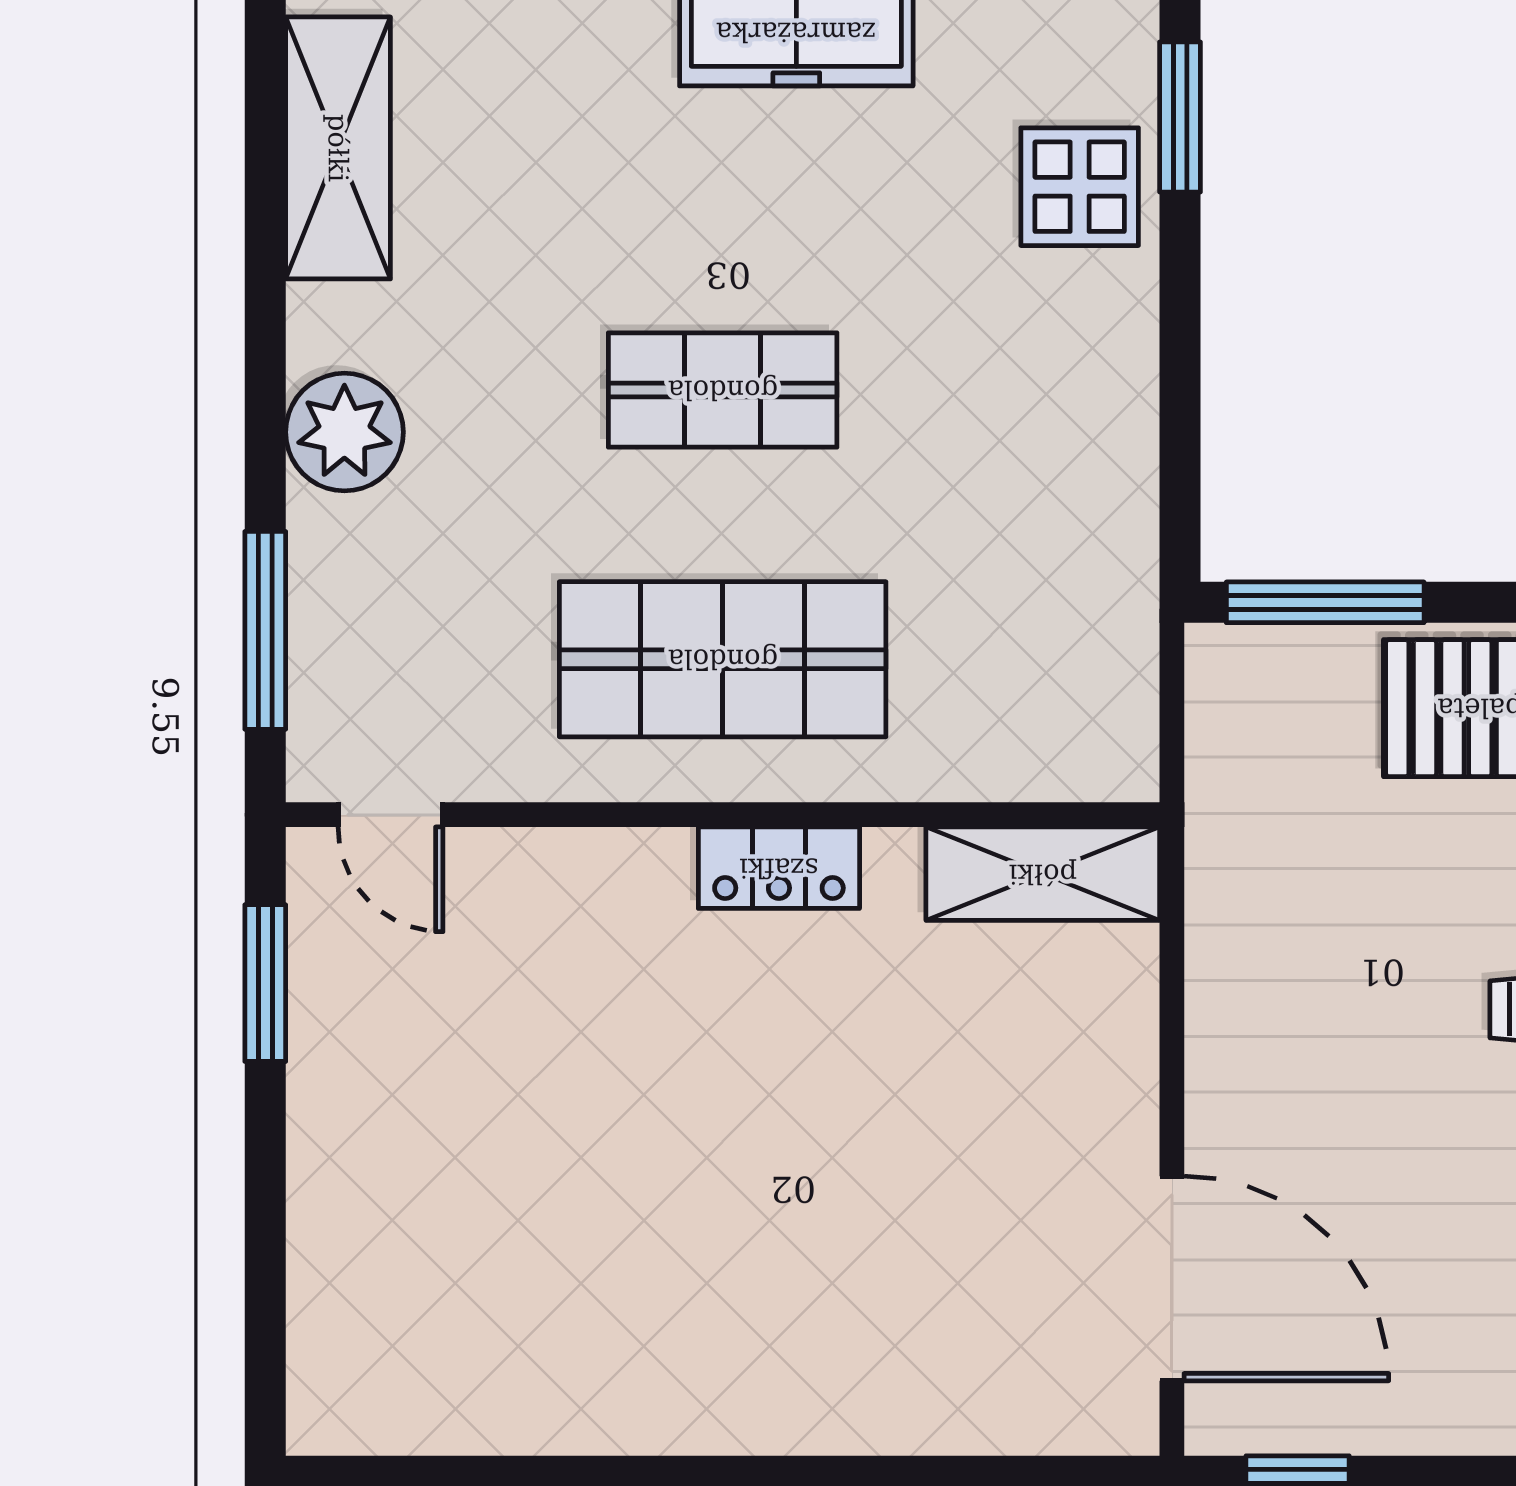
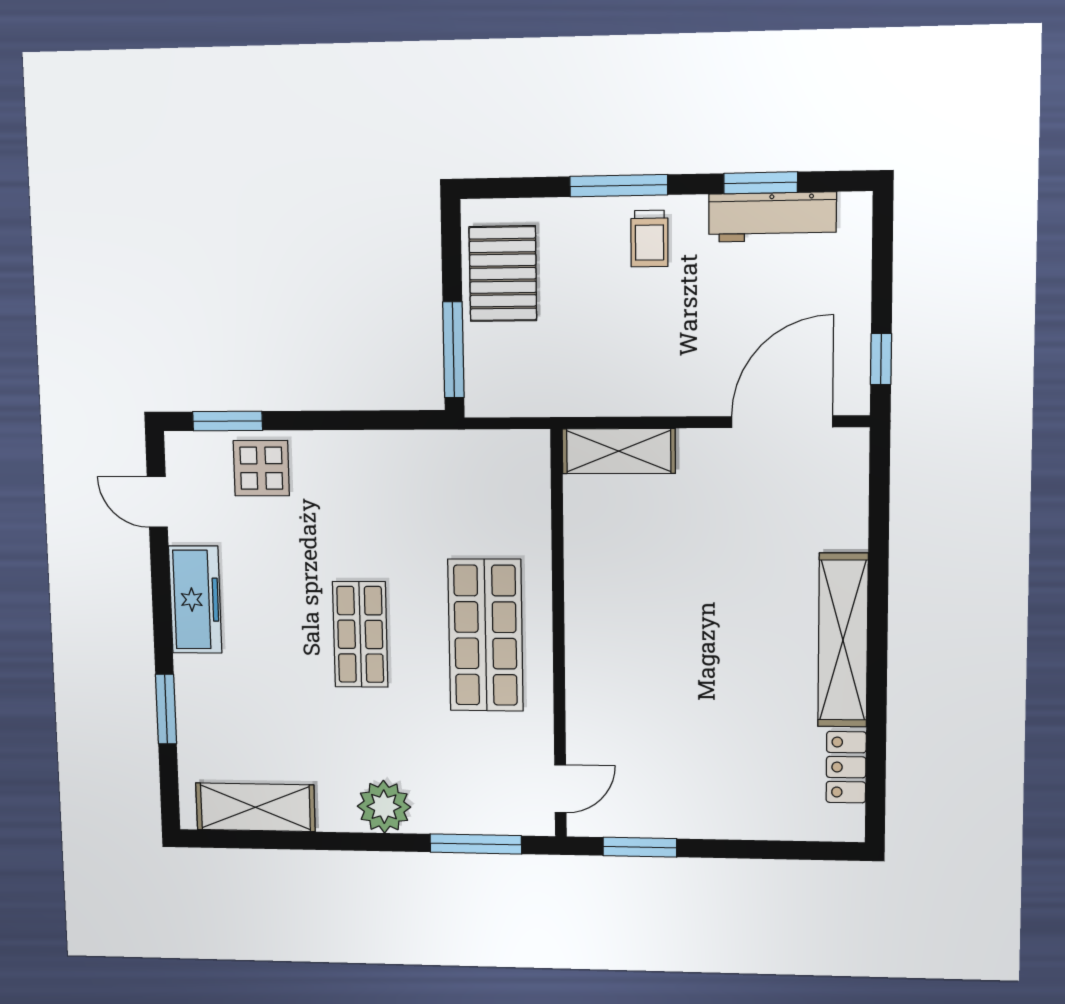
locker: (779, 868) -> (846, 767), moved, turned 180
shelving: (1043, 874) -> (619, 451), moved, turned 90
shelving: (717, 1406) -> (843, 640), added

